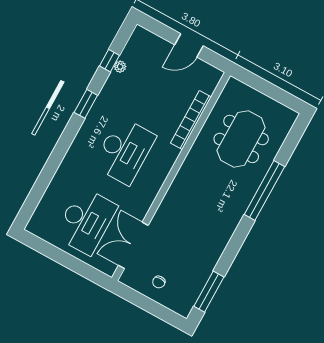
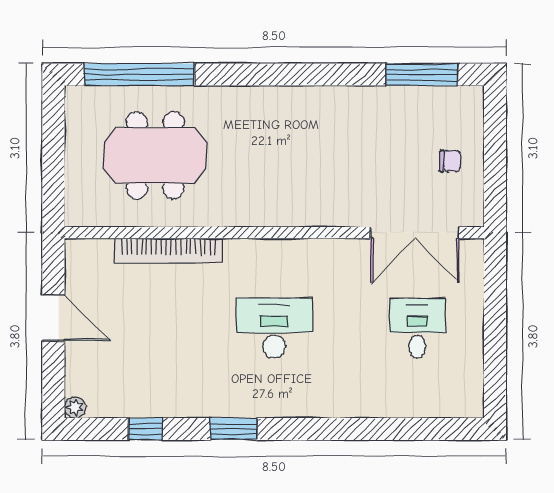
plant: (120, 67) -> (75, 407), moved
desk: (124, 151) -> (274, 328), width x0.73, depth x0.77
window: (264, 190) -> (139, 74), moved
desk: (86, 221) -> (417, 328), width x0.53, depth x0.77

